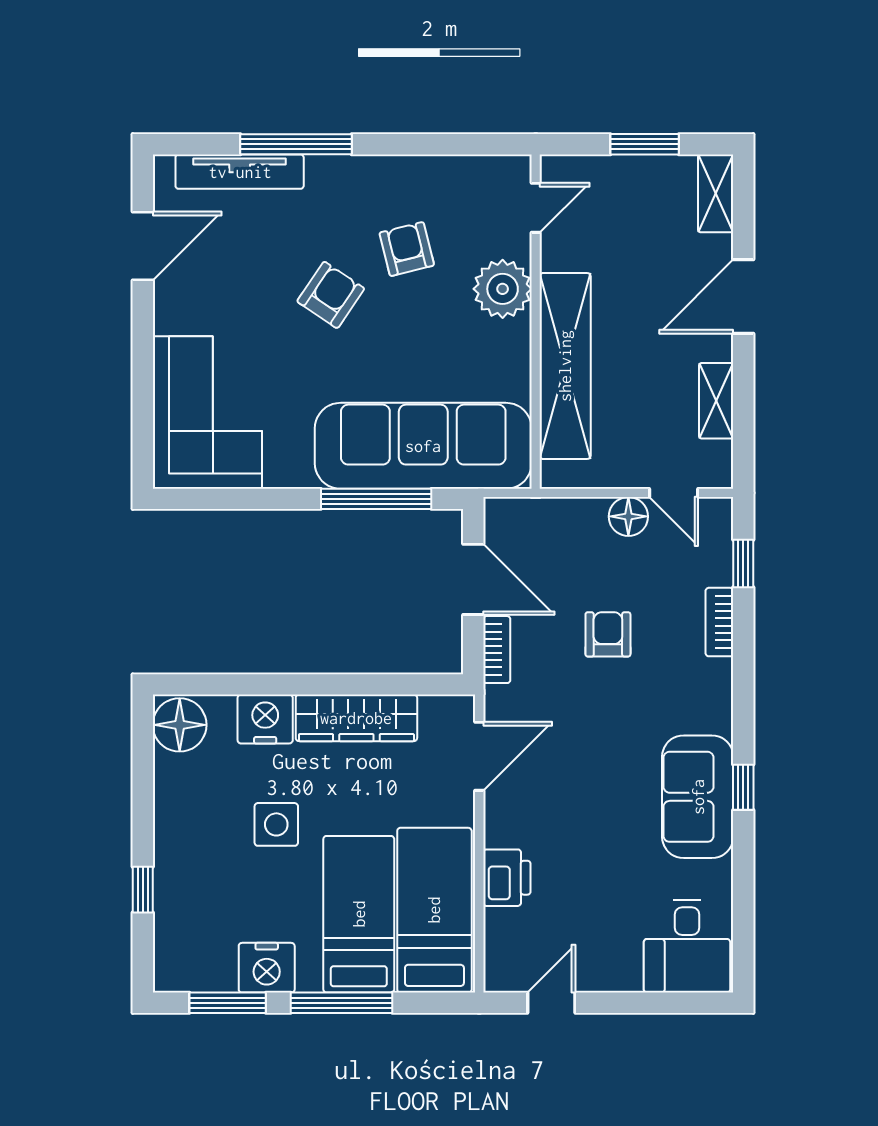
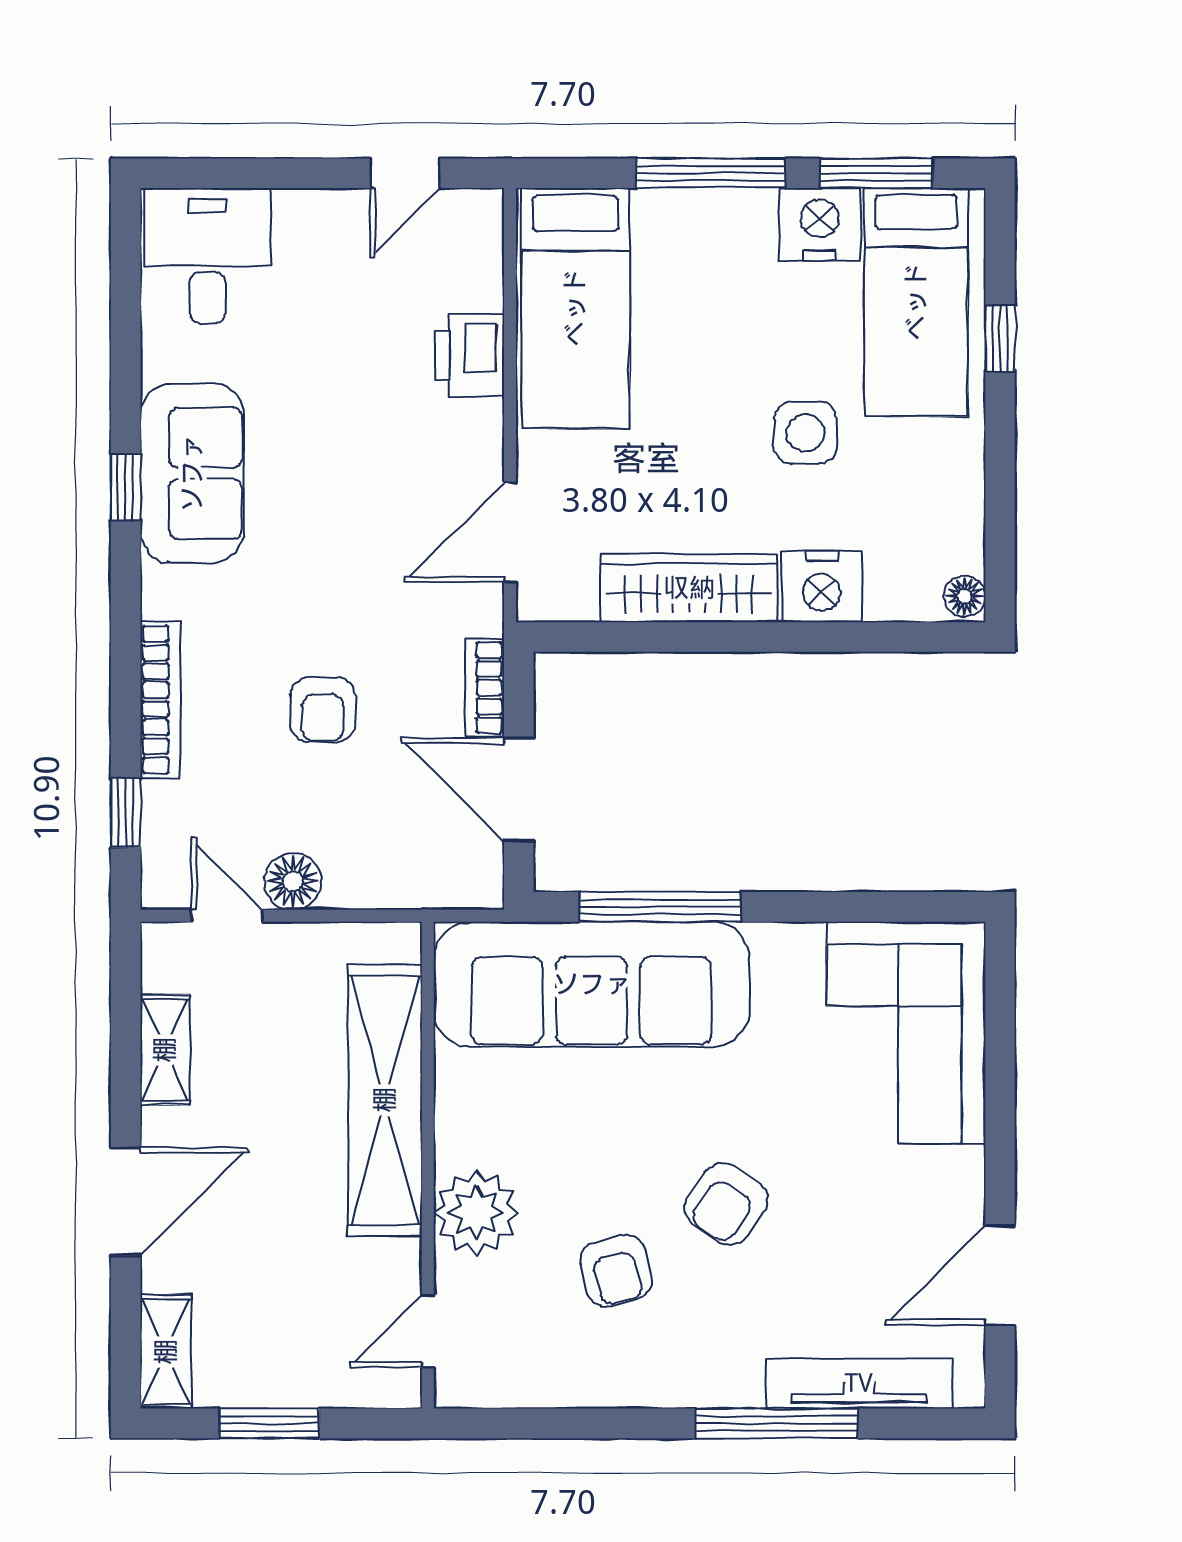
bookcase: (719, 622) -> (160, 699), width x1.56
floor lamp: (180, 725) -> (965, 596), width x0.53, depth x0.53
bed: (359, 914) -> (916, 302), moved

